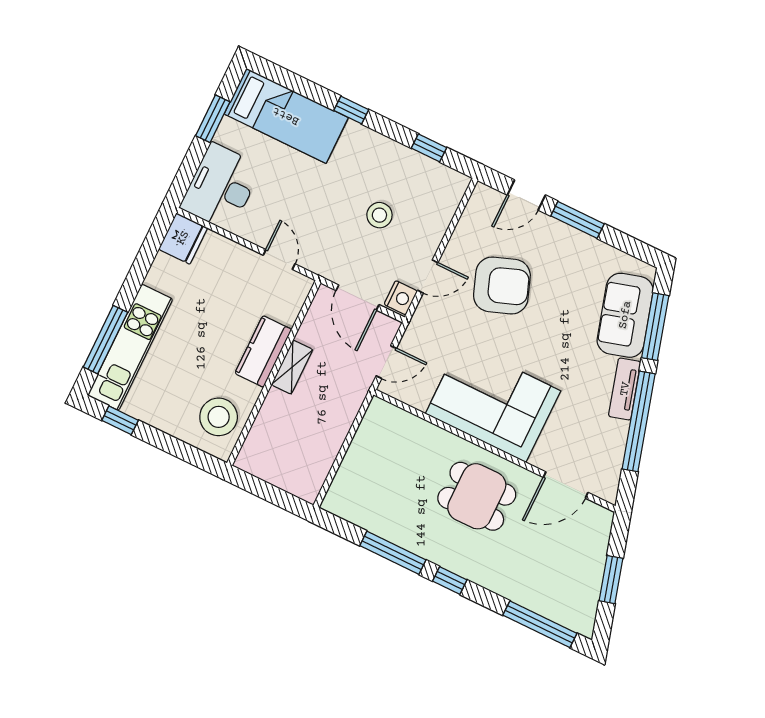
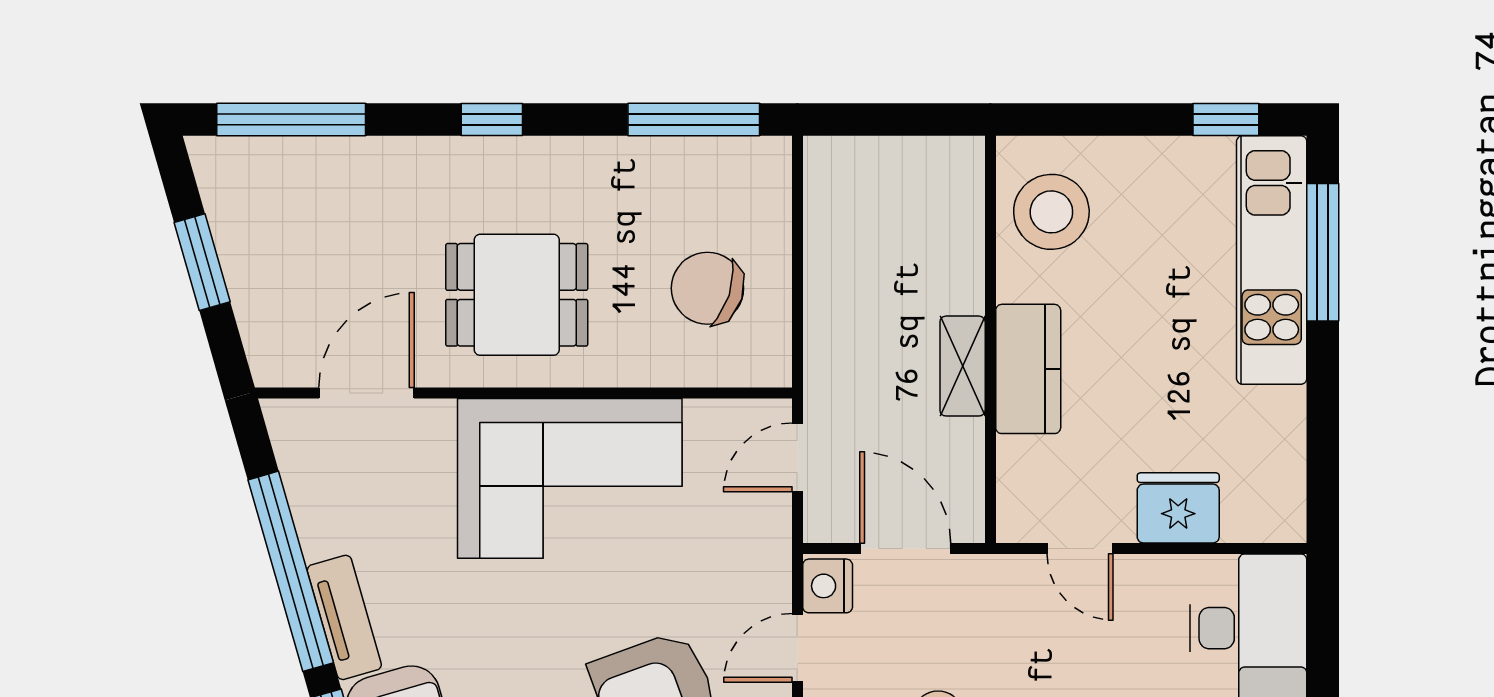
fridge: (183, 238) -> (1178, 508), moved, turned 90
chair: (390, 458) -> (707, 288), added
window: (393, 553) -> (694, 120), moved

